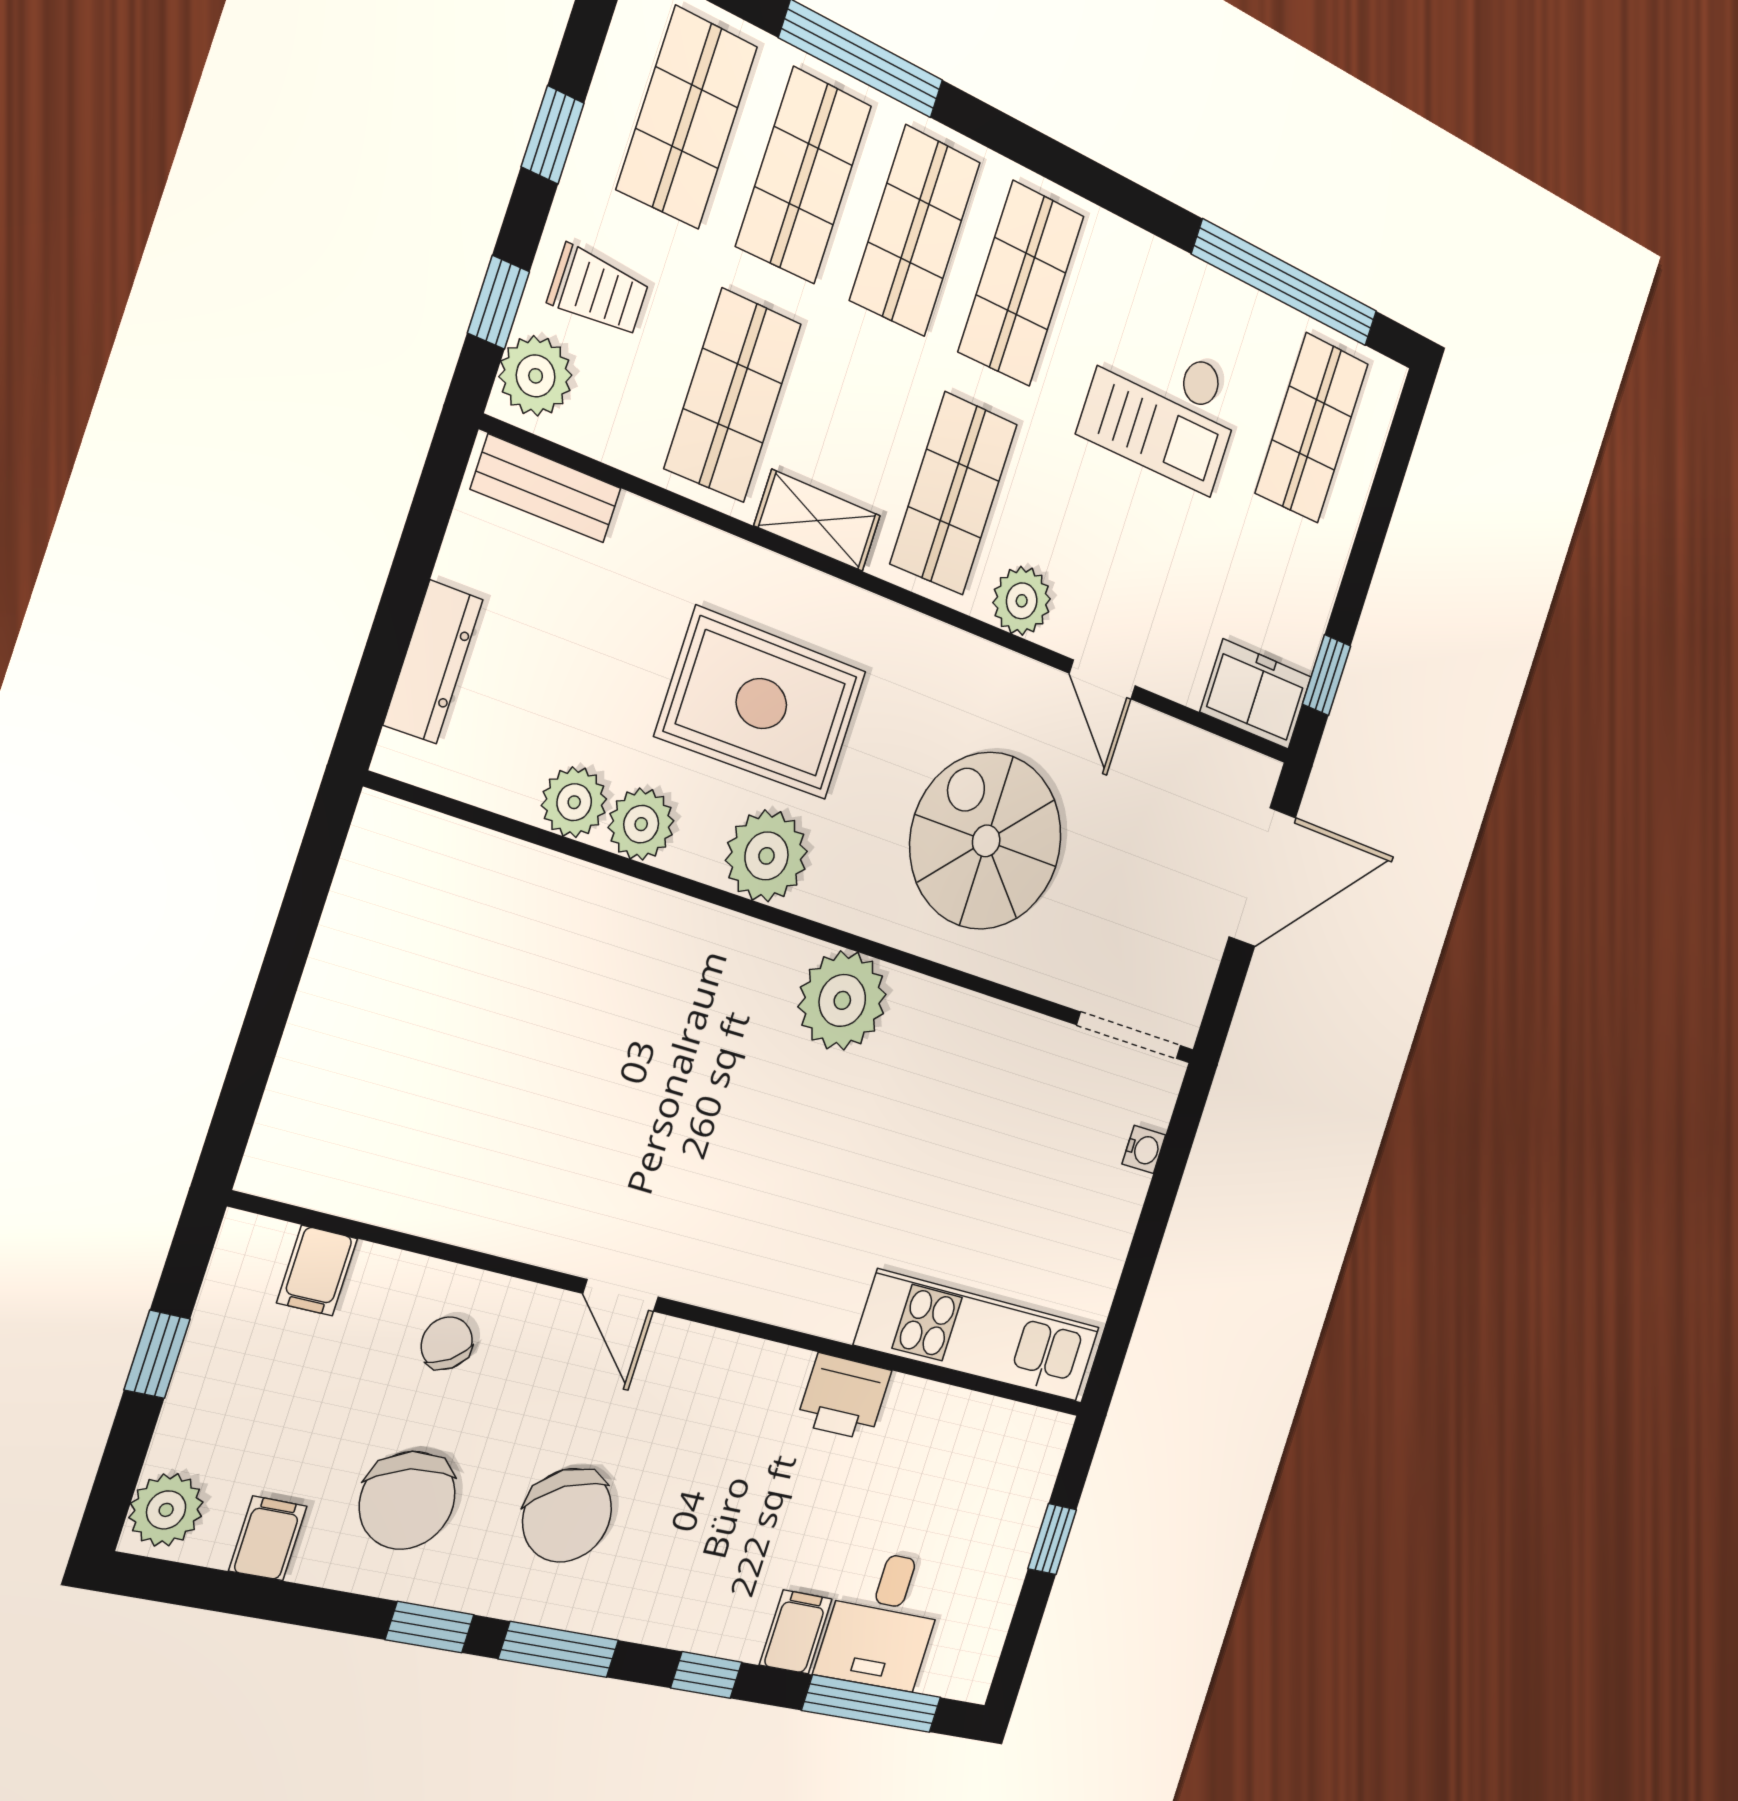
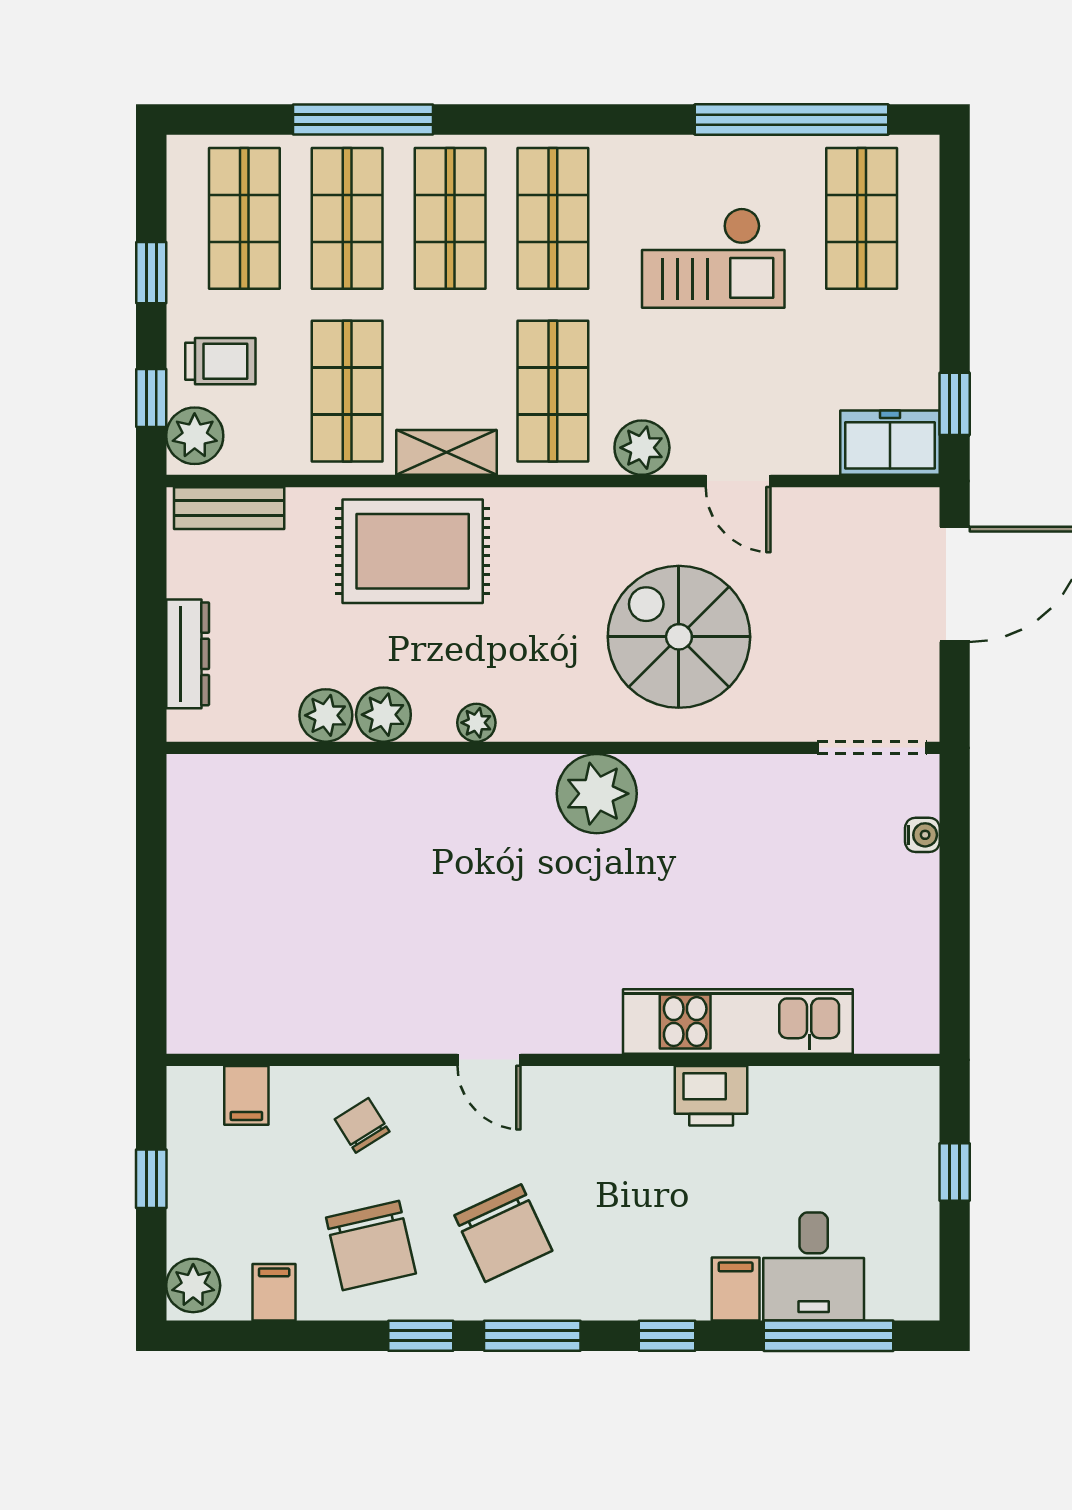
rug: (761, 704) -> (413, 551), moved
plant: (767, 856) -> (476, 723), width x0.53, depth x0.53
kitchen unit: (979, 1336) -> (738, 1022), moved

